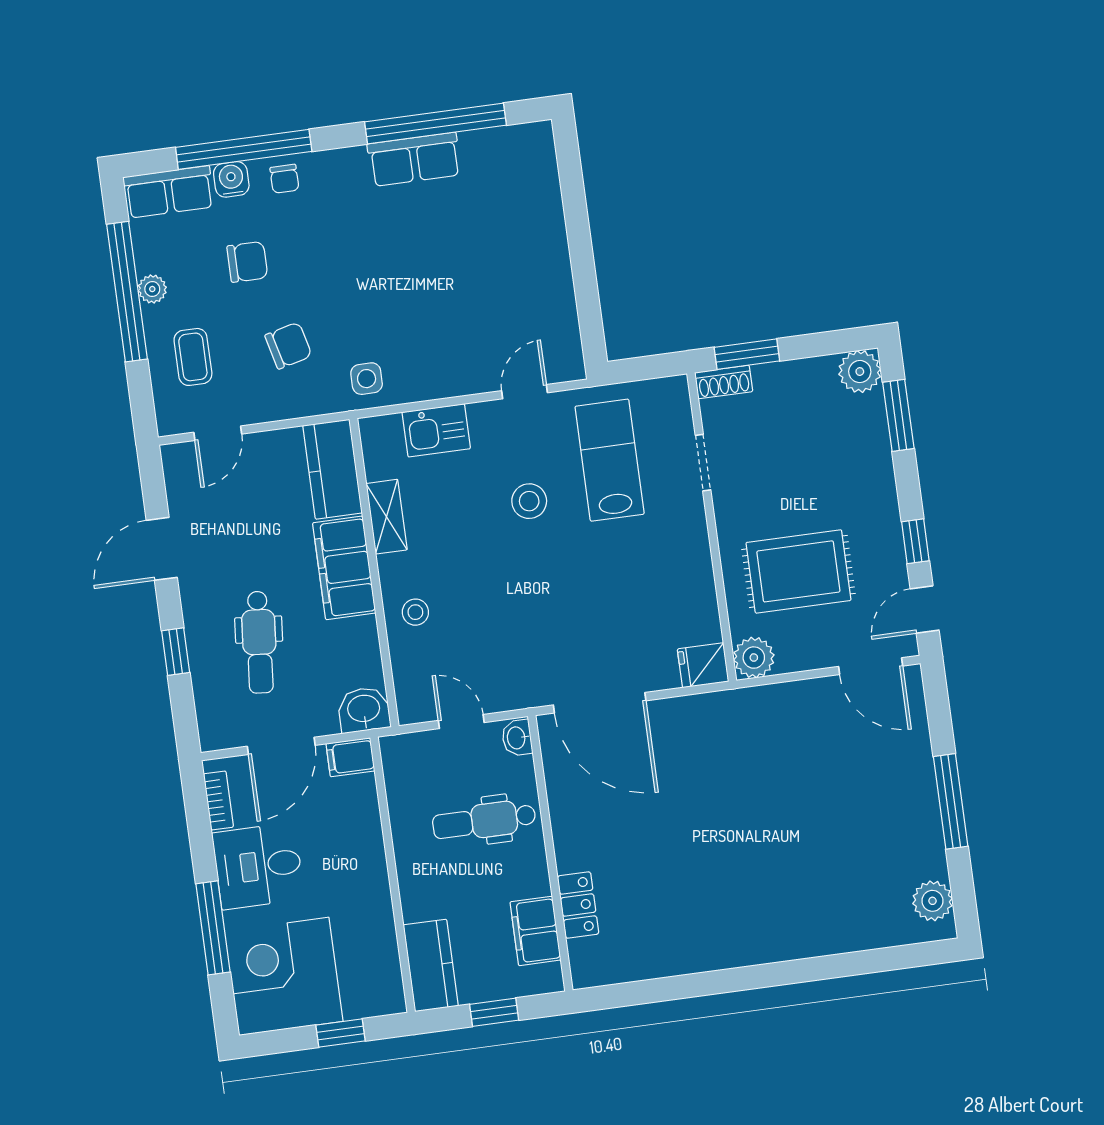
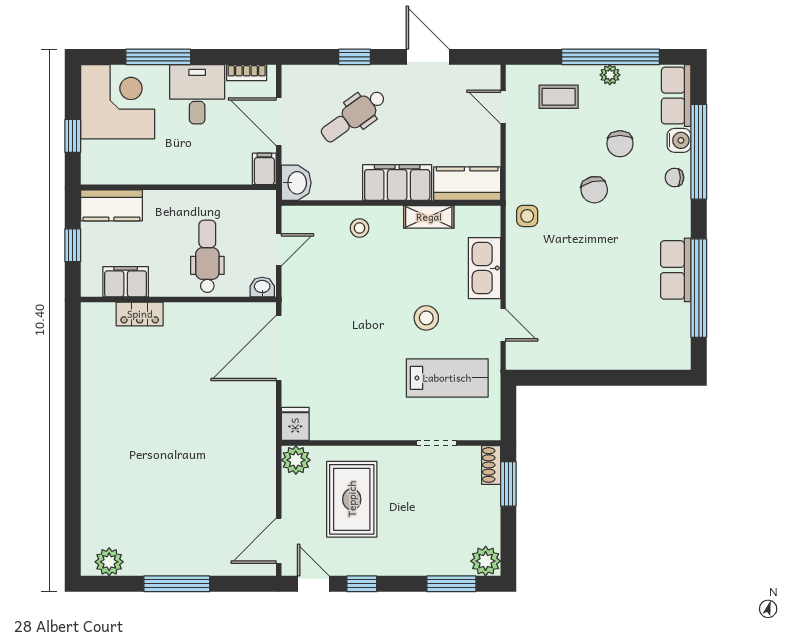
chair: (288, 346) -> (594, 190), moved
kitchen sink: (436, 430) -> (484, 268), width x1.38
dental chair: (259, 642) -> (353, 116), turned -41

